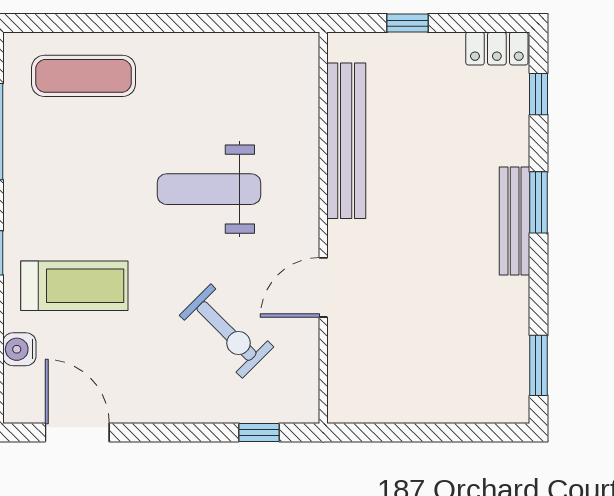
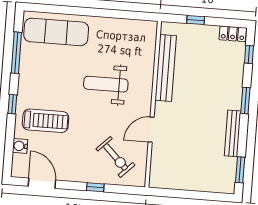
exercise mat: (83, 76) -> (56, 32), width x1.36, depth x1.45
bench: (515, 221) -> (233, 133), moved
exercise bike: (227, 331) -> (116, 157), moved
window: (259, 432) -> (95, 187), moved

